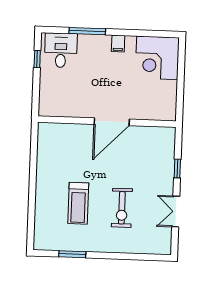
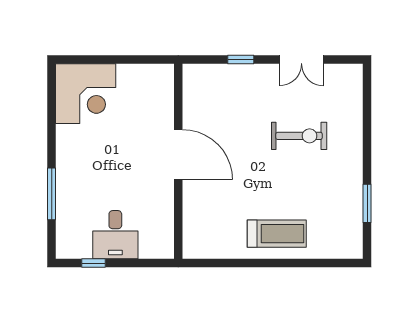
filing cabinet: (118, 44) -> (68, 150), removed
desk: (61, 50) -> (115, 235), moved, turned -90
treadmill: (78, 203) -> (277, 234), moved

